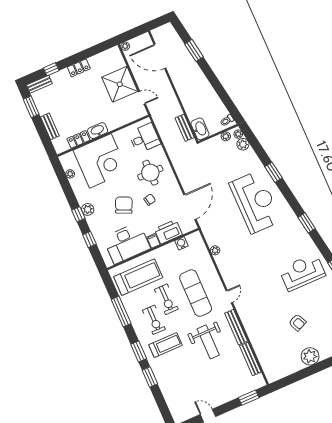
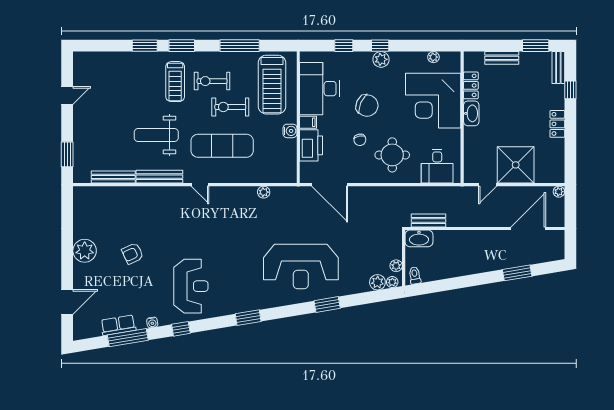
water cooler: (181, 243) -> (290, 131), moved

